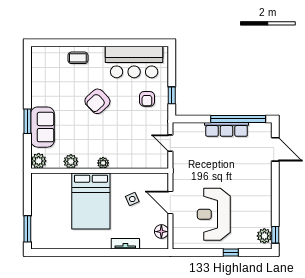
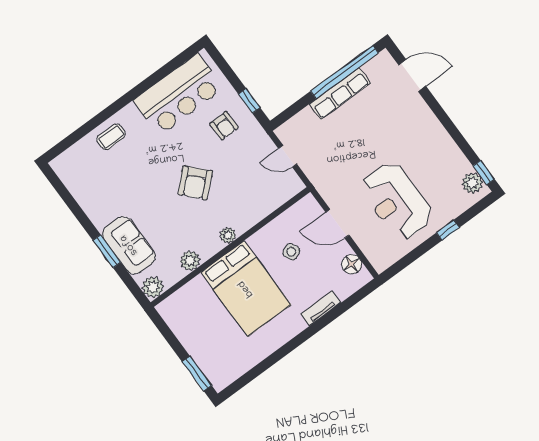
armchair: (97, 101) -> (195, 183), moved

